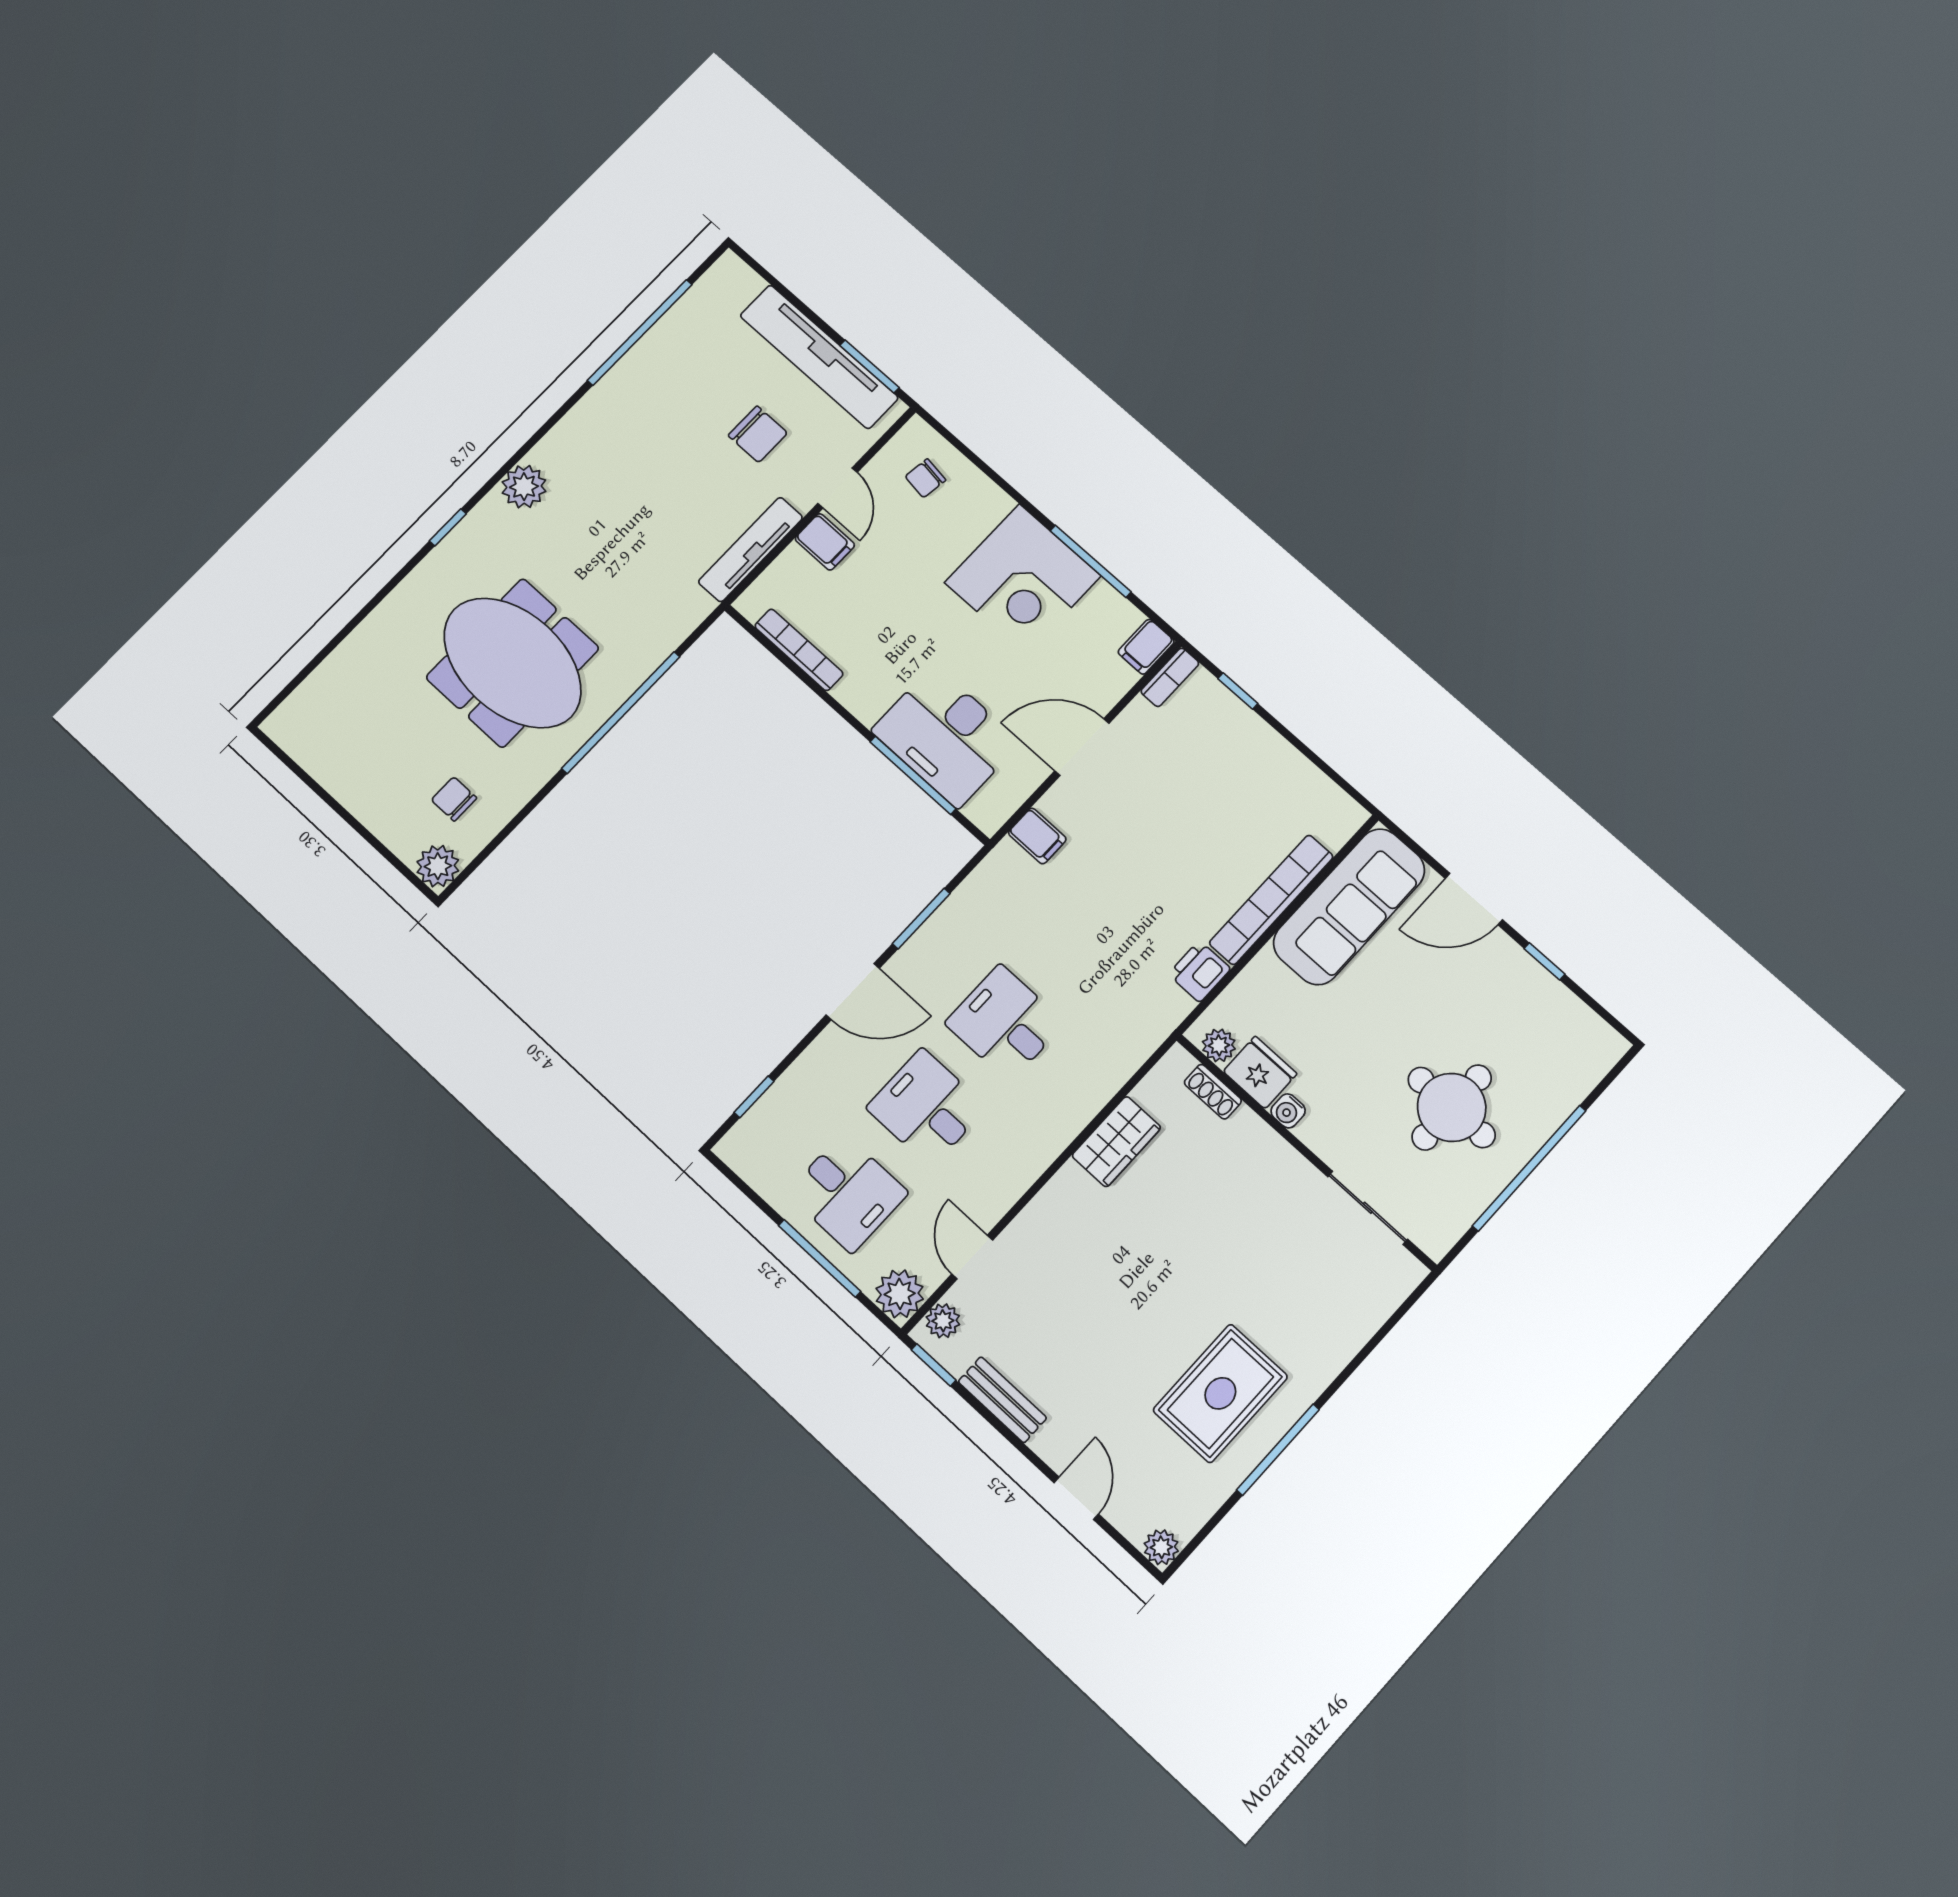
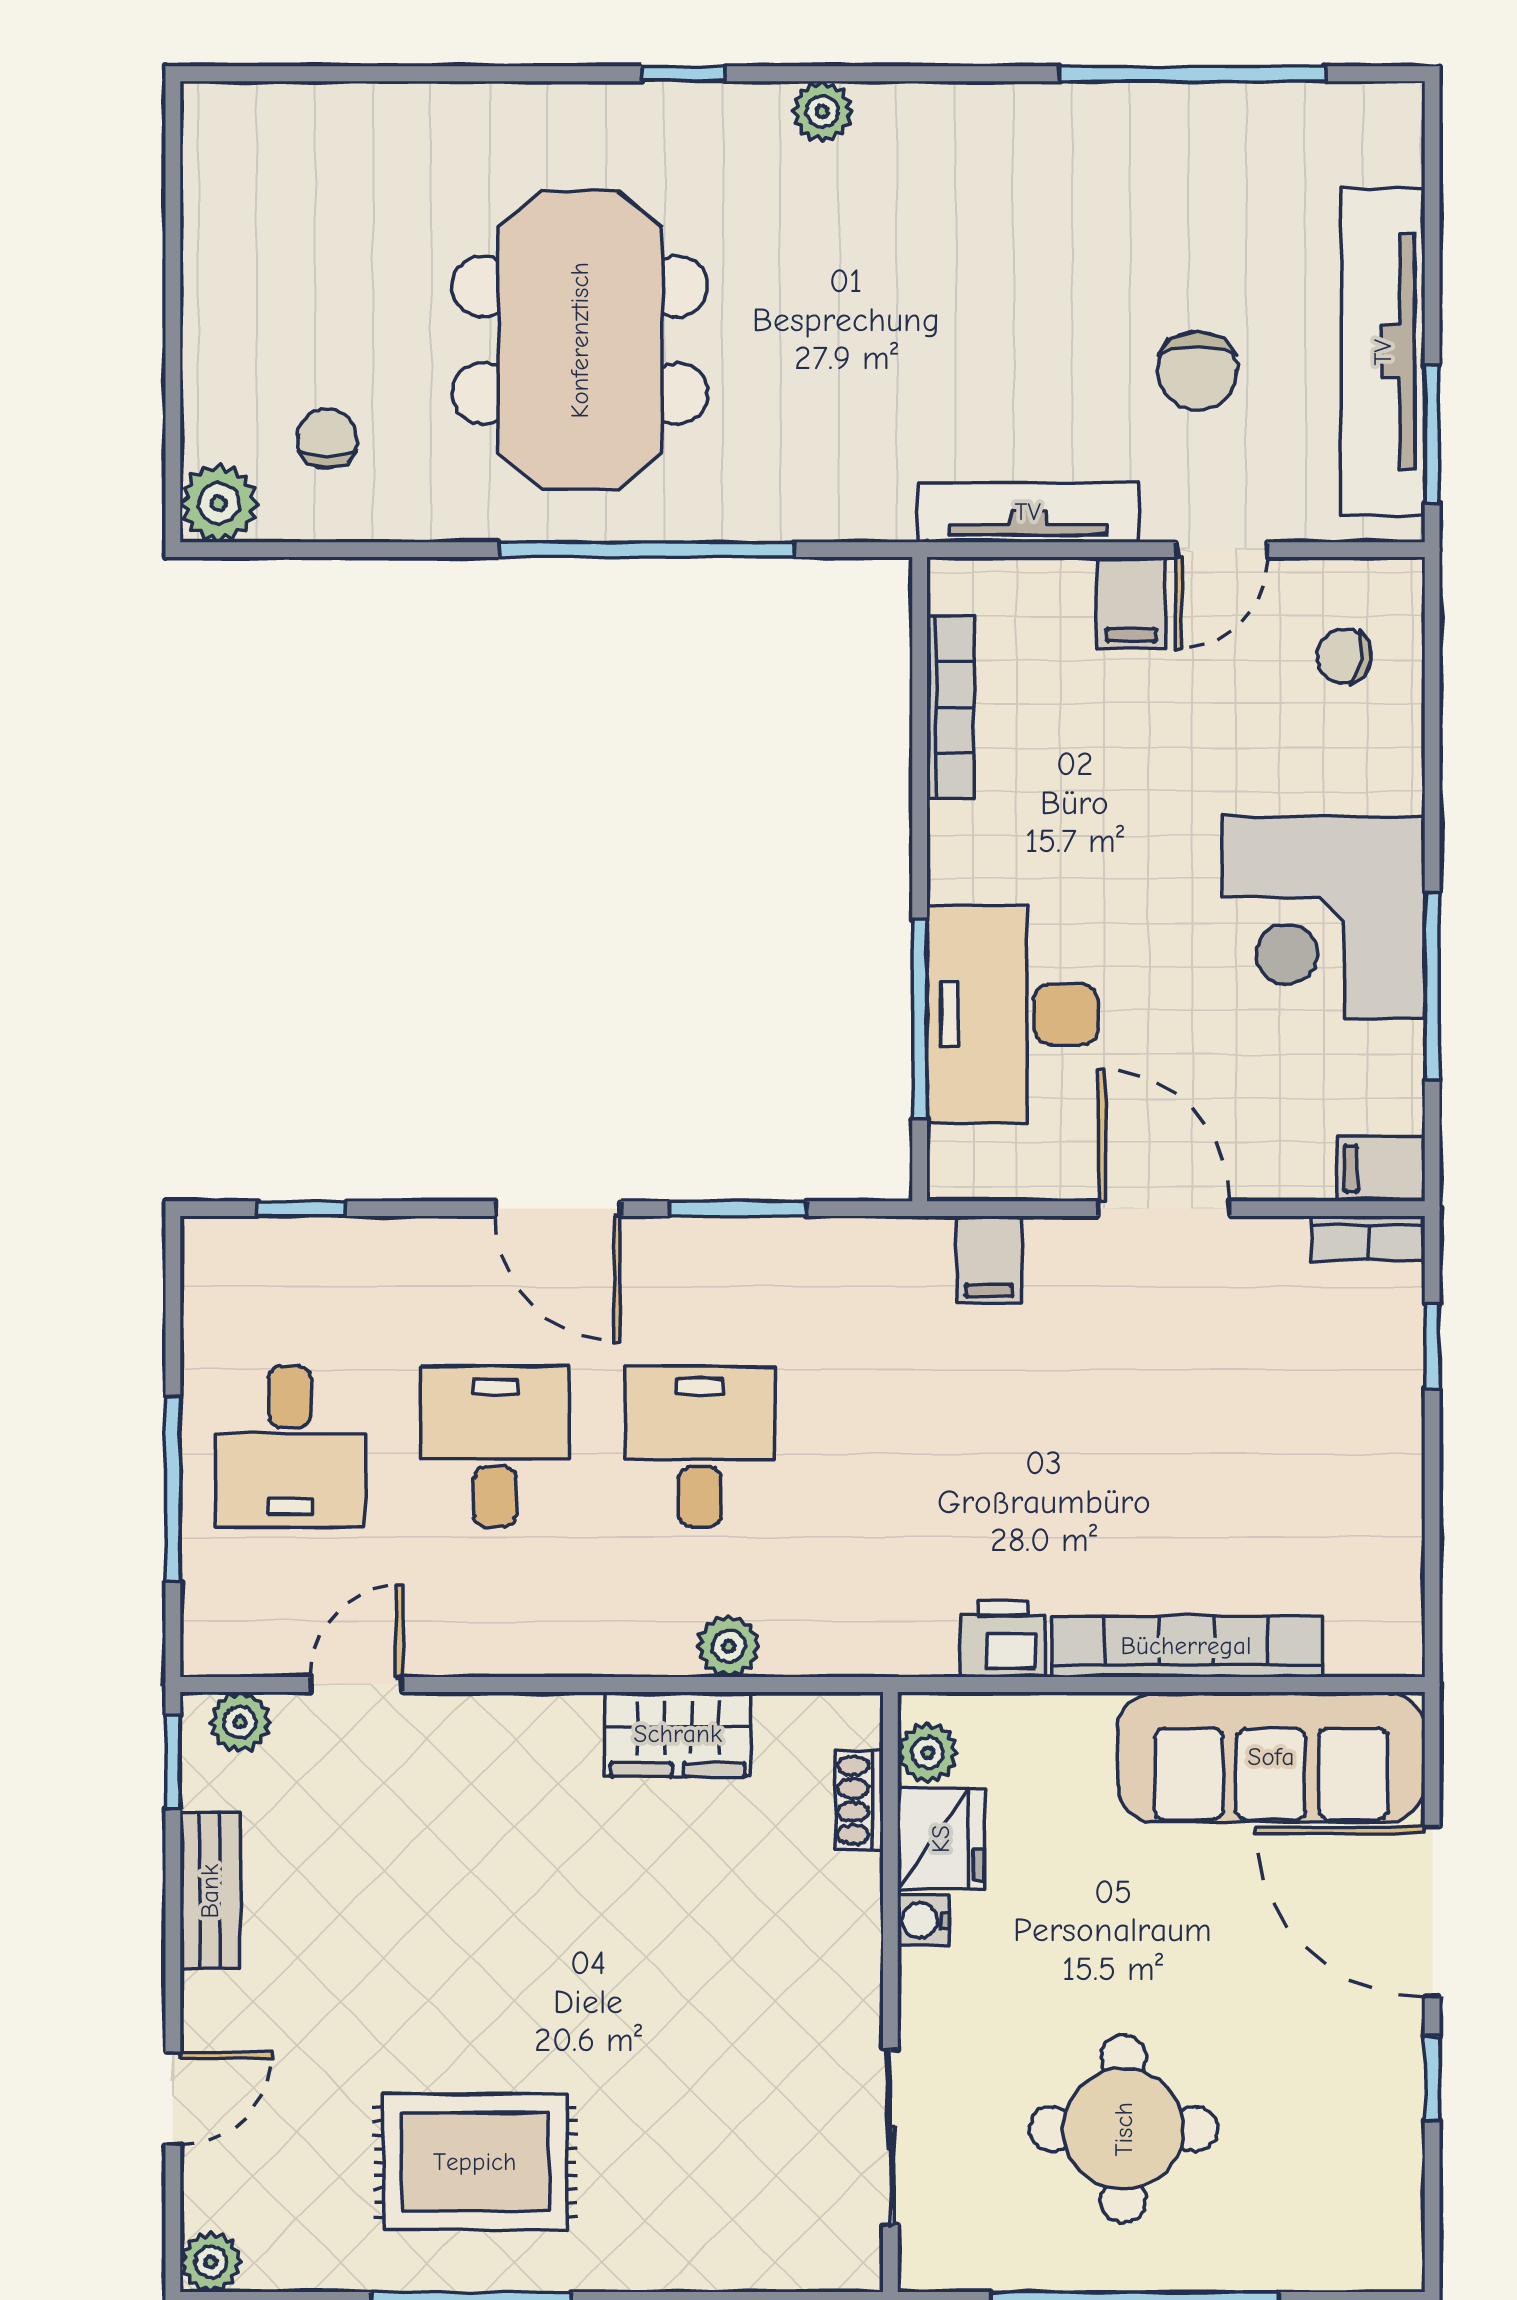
plant: (524, 487) -> (822, 111), width x0.73, depth x0.73
door: (1474, 899) -> (1432, 1912), width x1.36
plant: (900, 1294) -> (729, 1646), moved, width x0.73, depth x0.73

